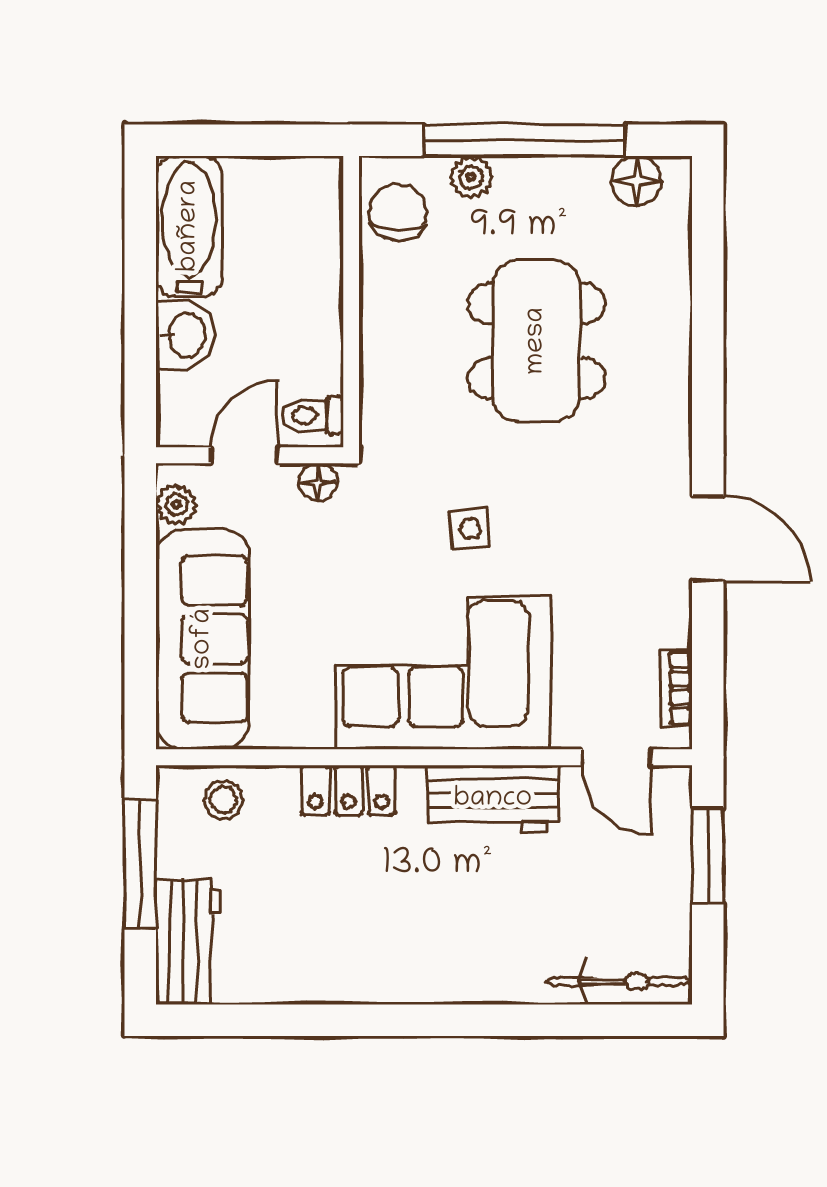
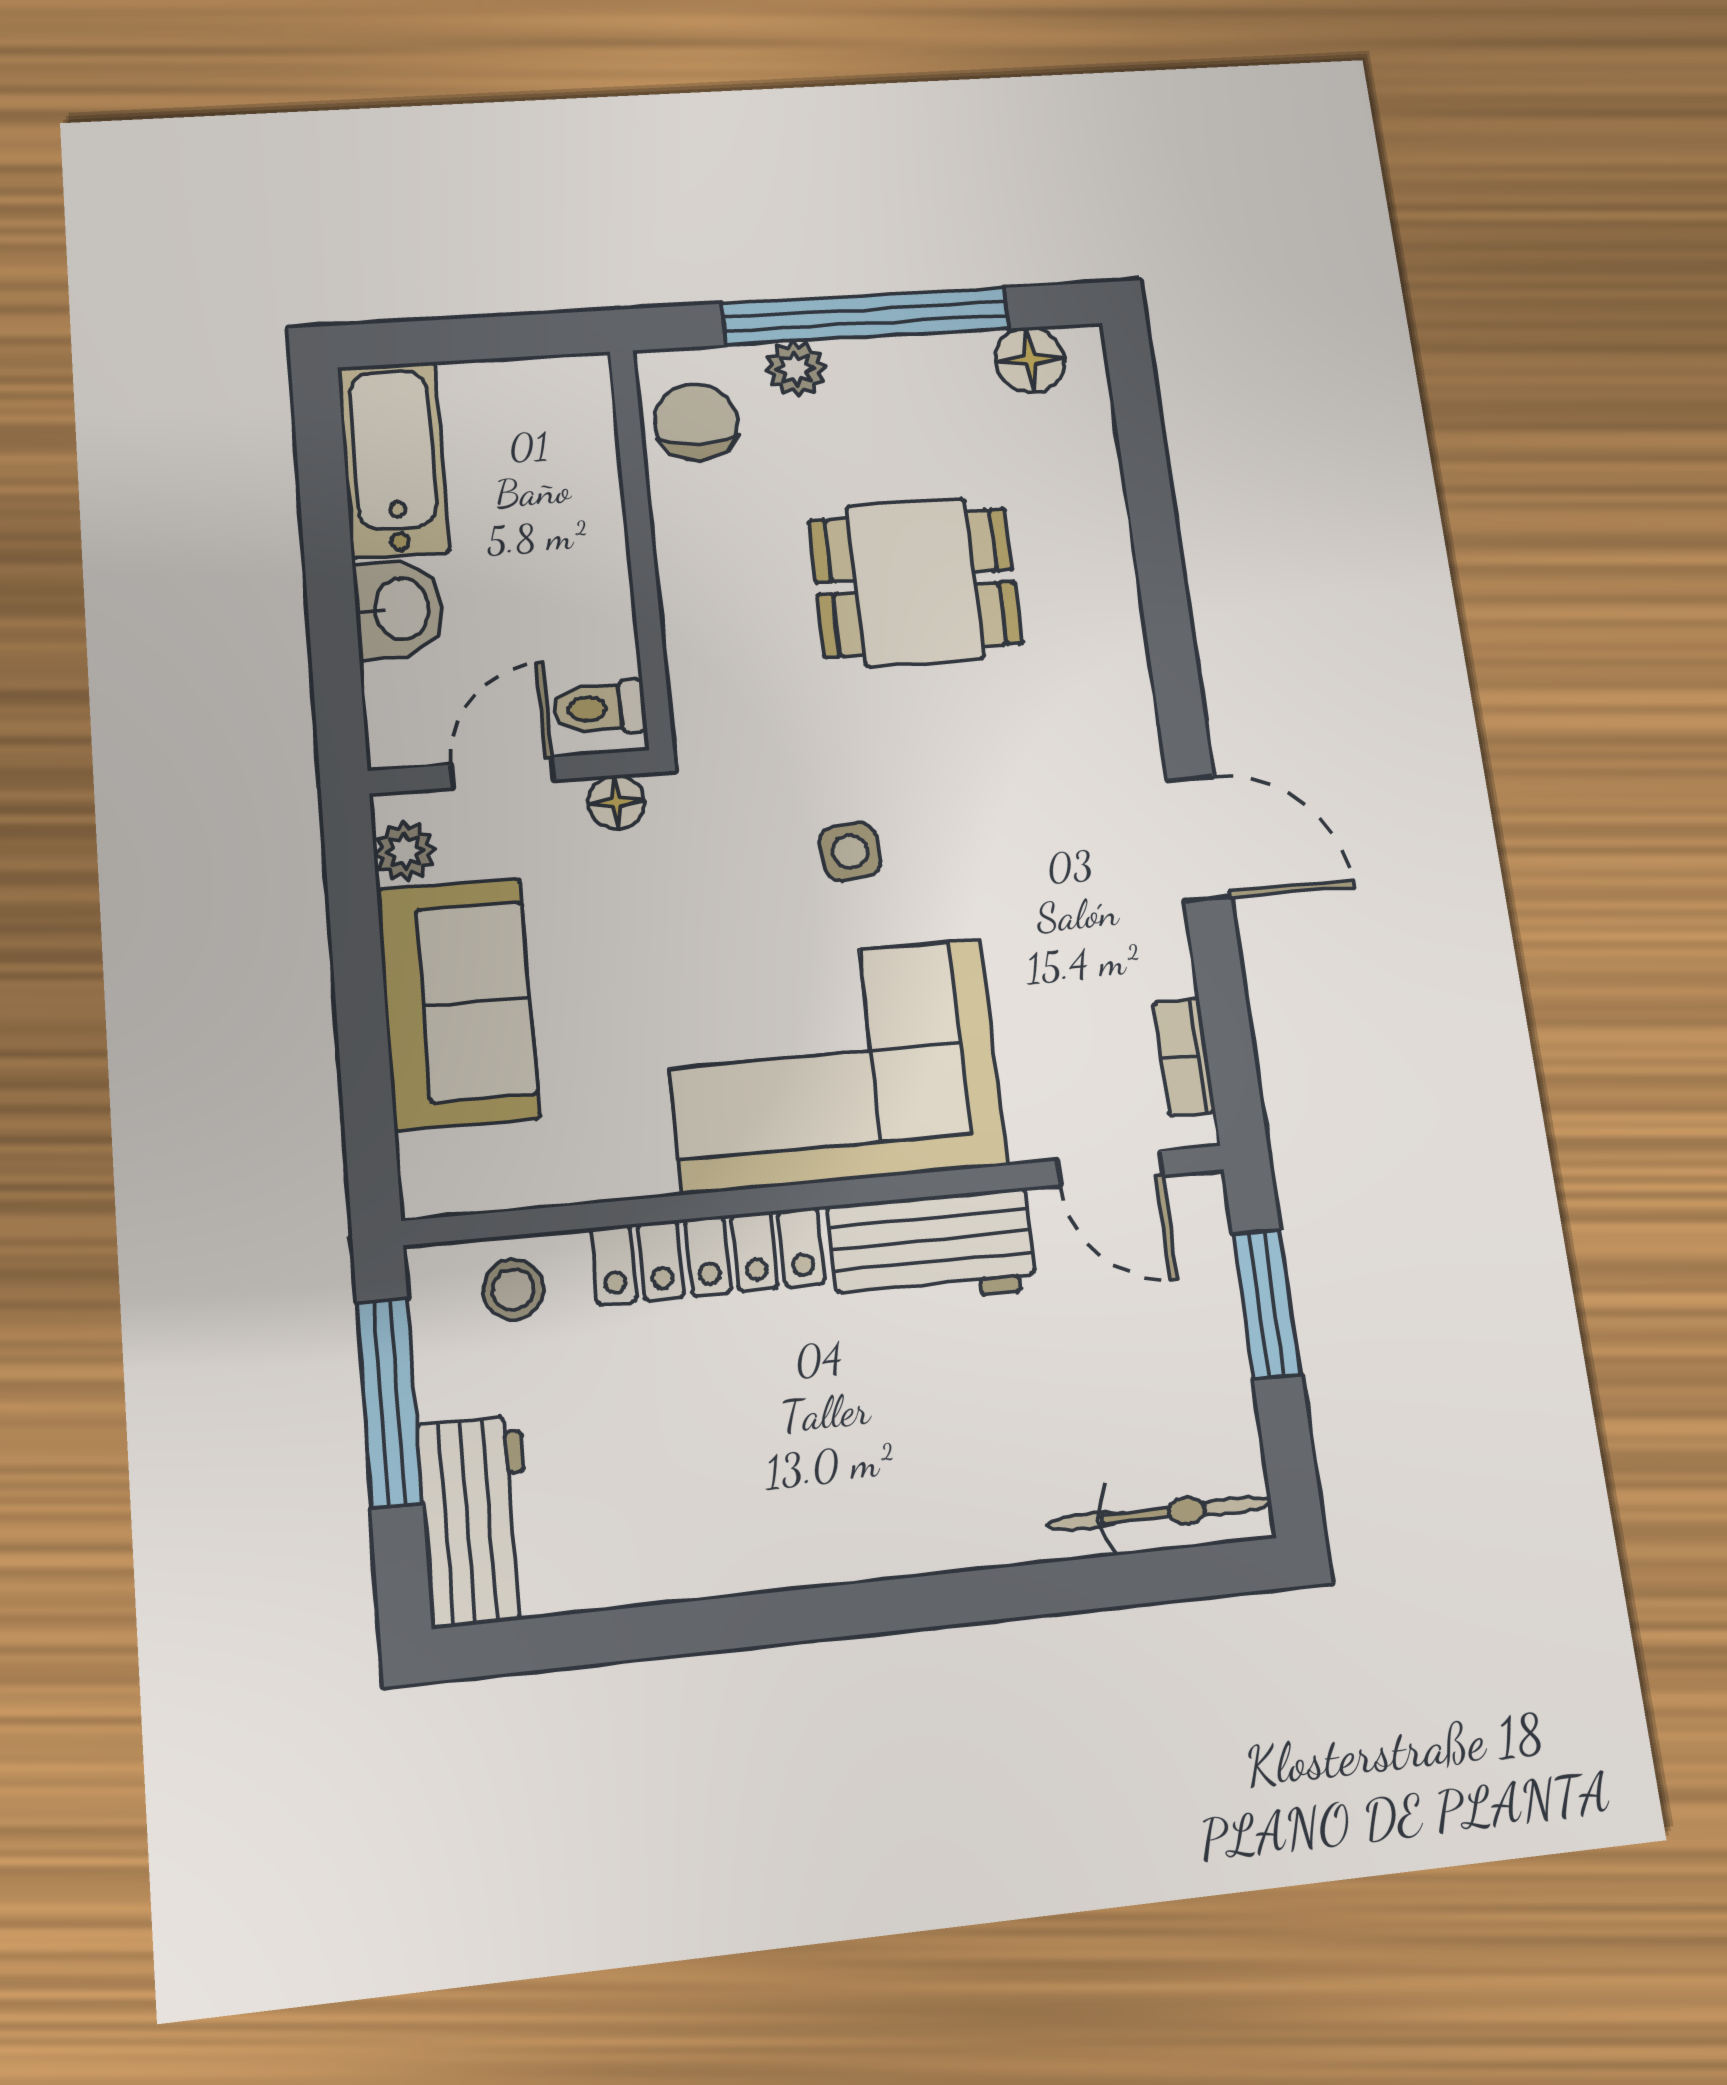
dining table: (536, 341) -> (915, 582), width x0.73
sofa: (203, 639) -> (458, 1003), width x0.73
locker: (349, 790) -> (708, 1256), width x1.53

